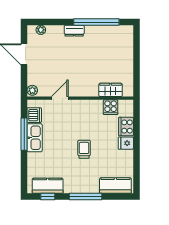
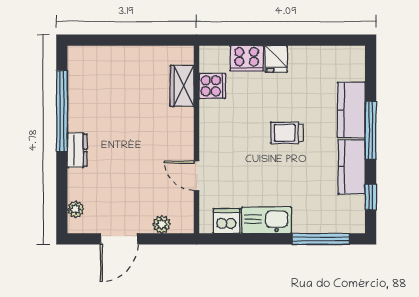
plant: (32, 90) -> (162, 224), moved
window: (24, 134) -> (321, 239), moved
kitchen counter: (48, 186) -> (352, 167), moved
kitchen counter: (115, 186) -> (351, 110), moved

